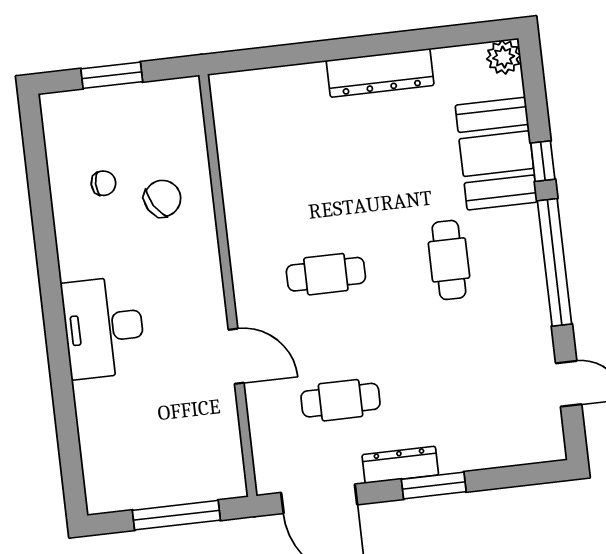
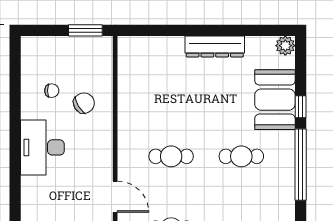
window: (112, 75) -> (85, 30), moved
cafe table: (449, 260) -> (241, 156), turned 90
desk: (104, 328) -> (42, 147), moved

